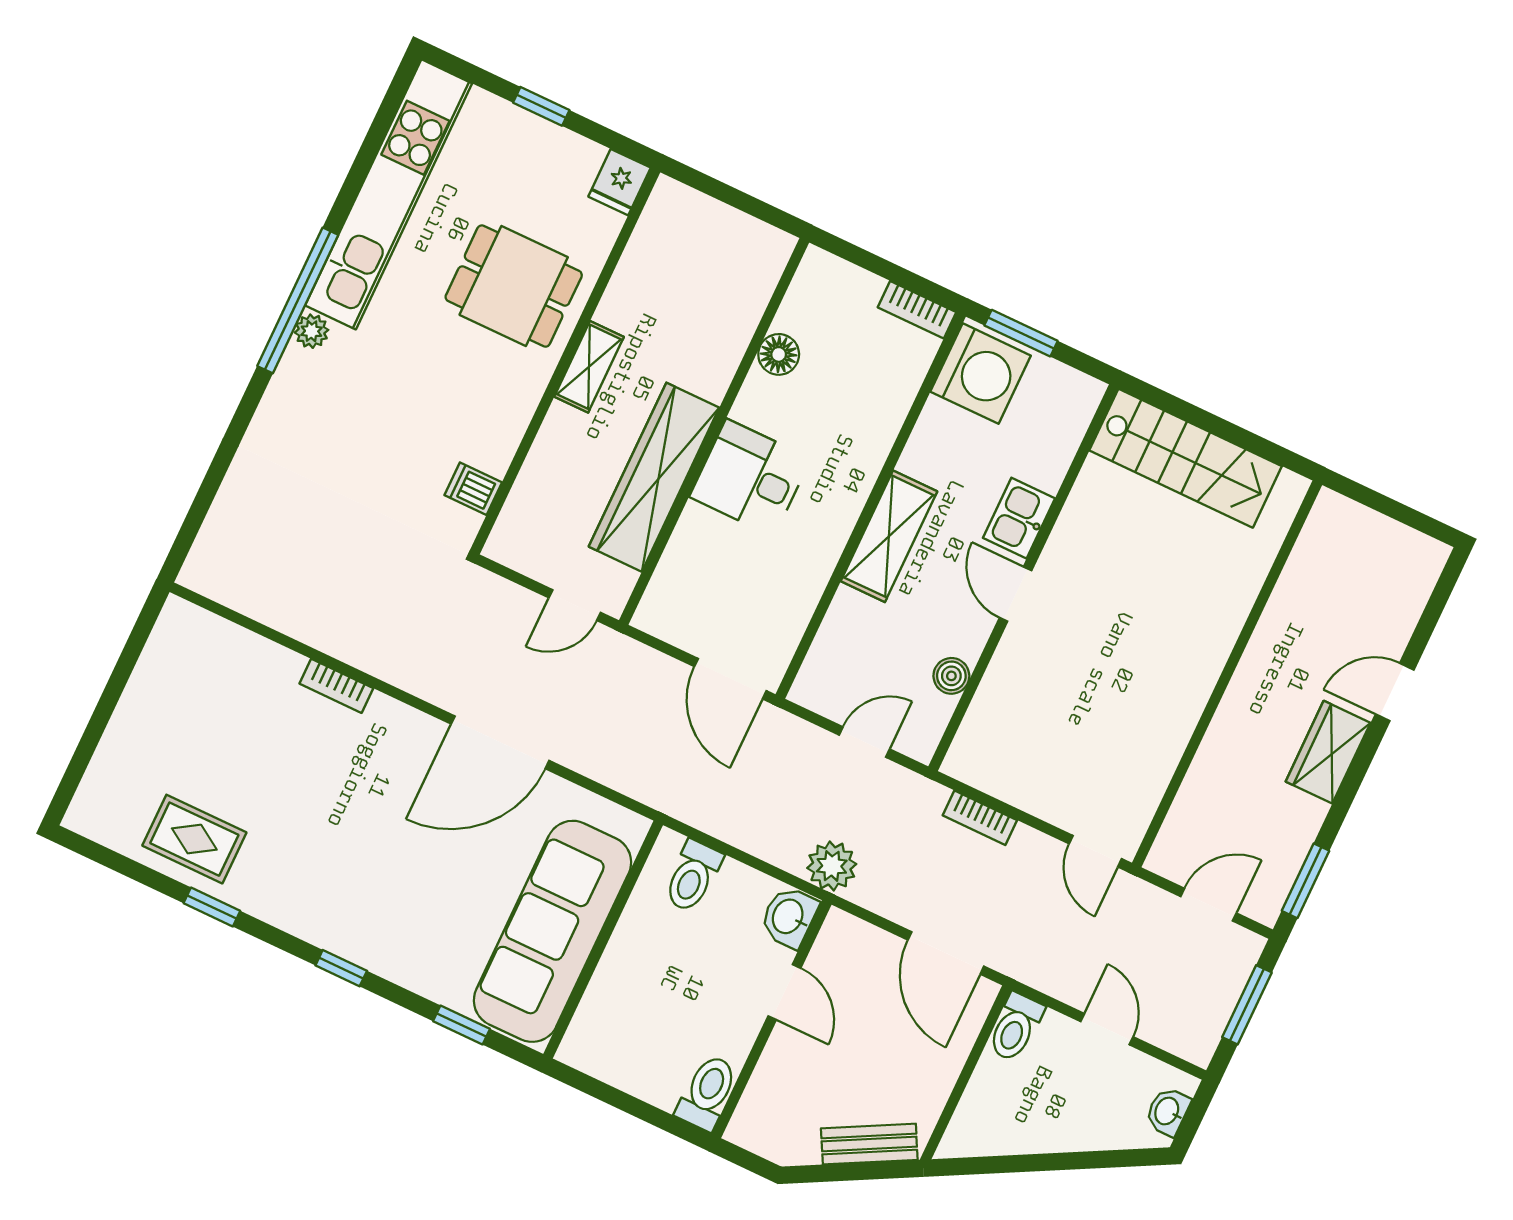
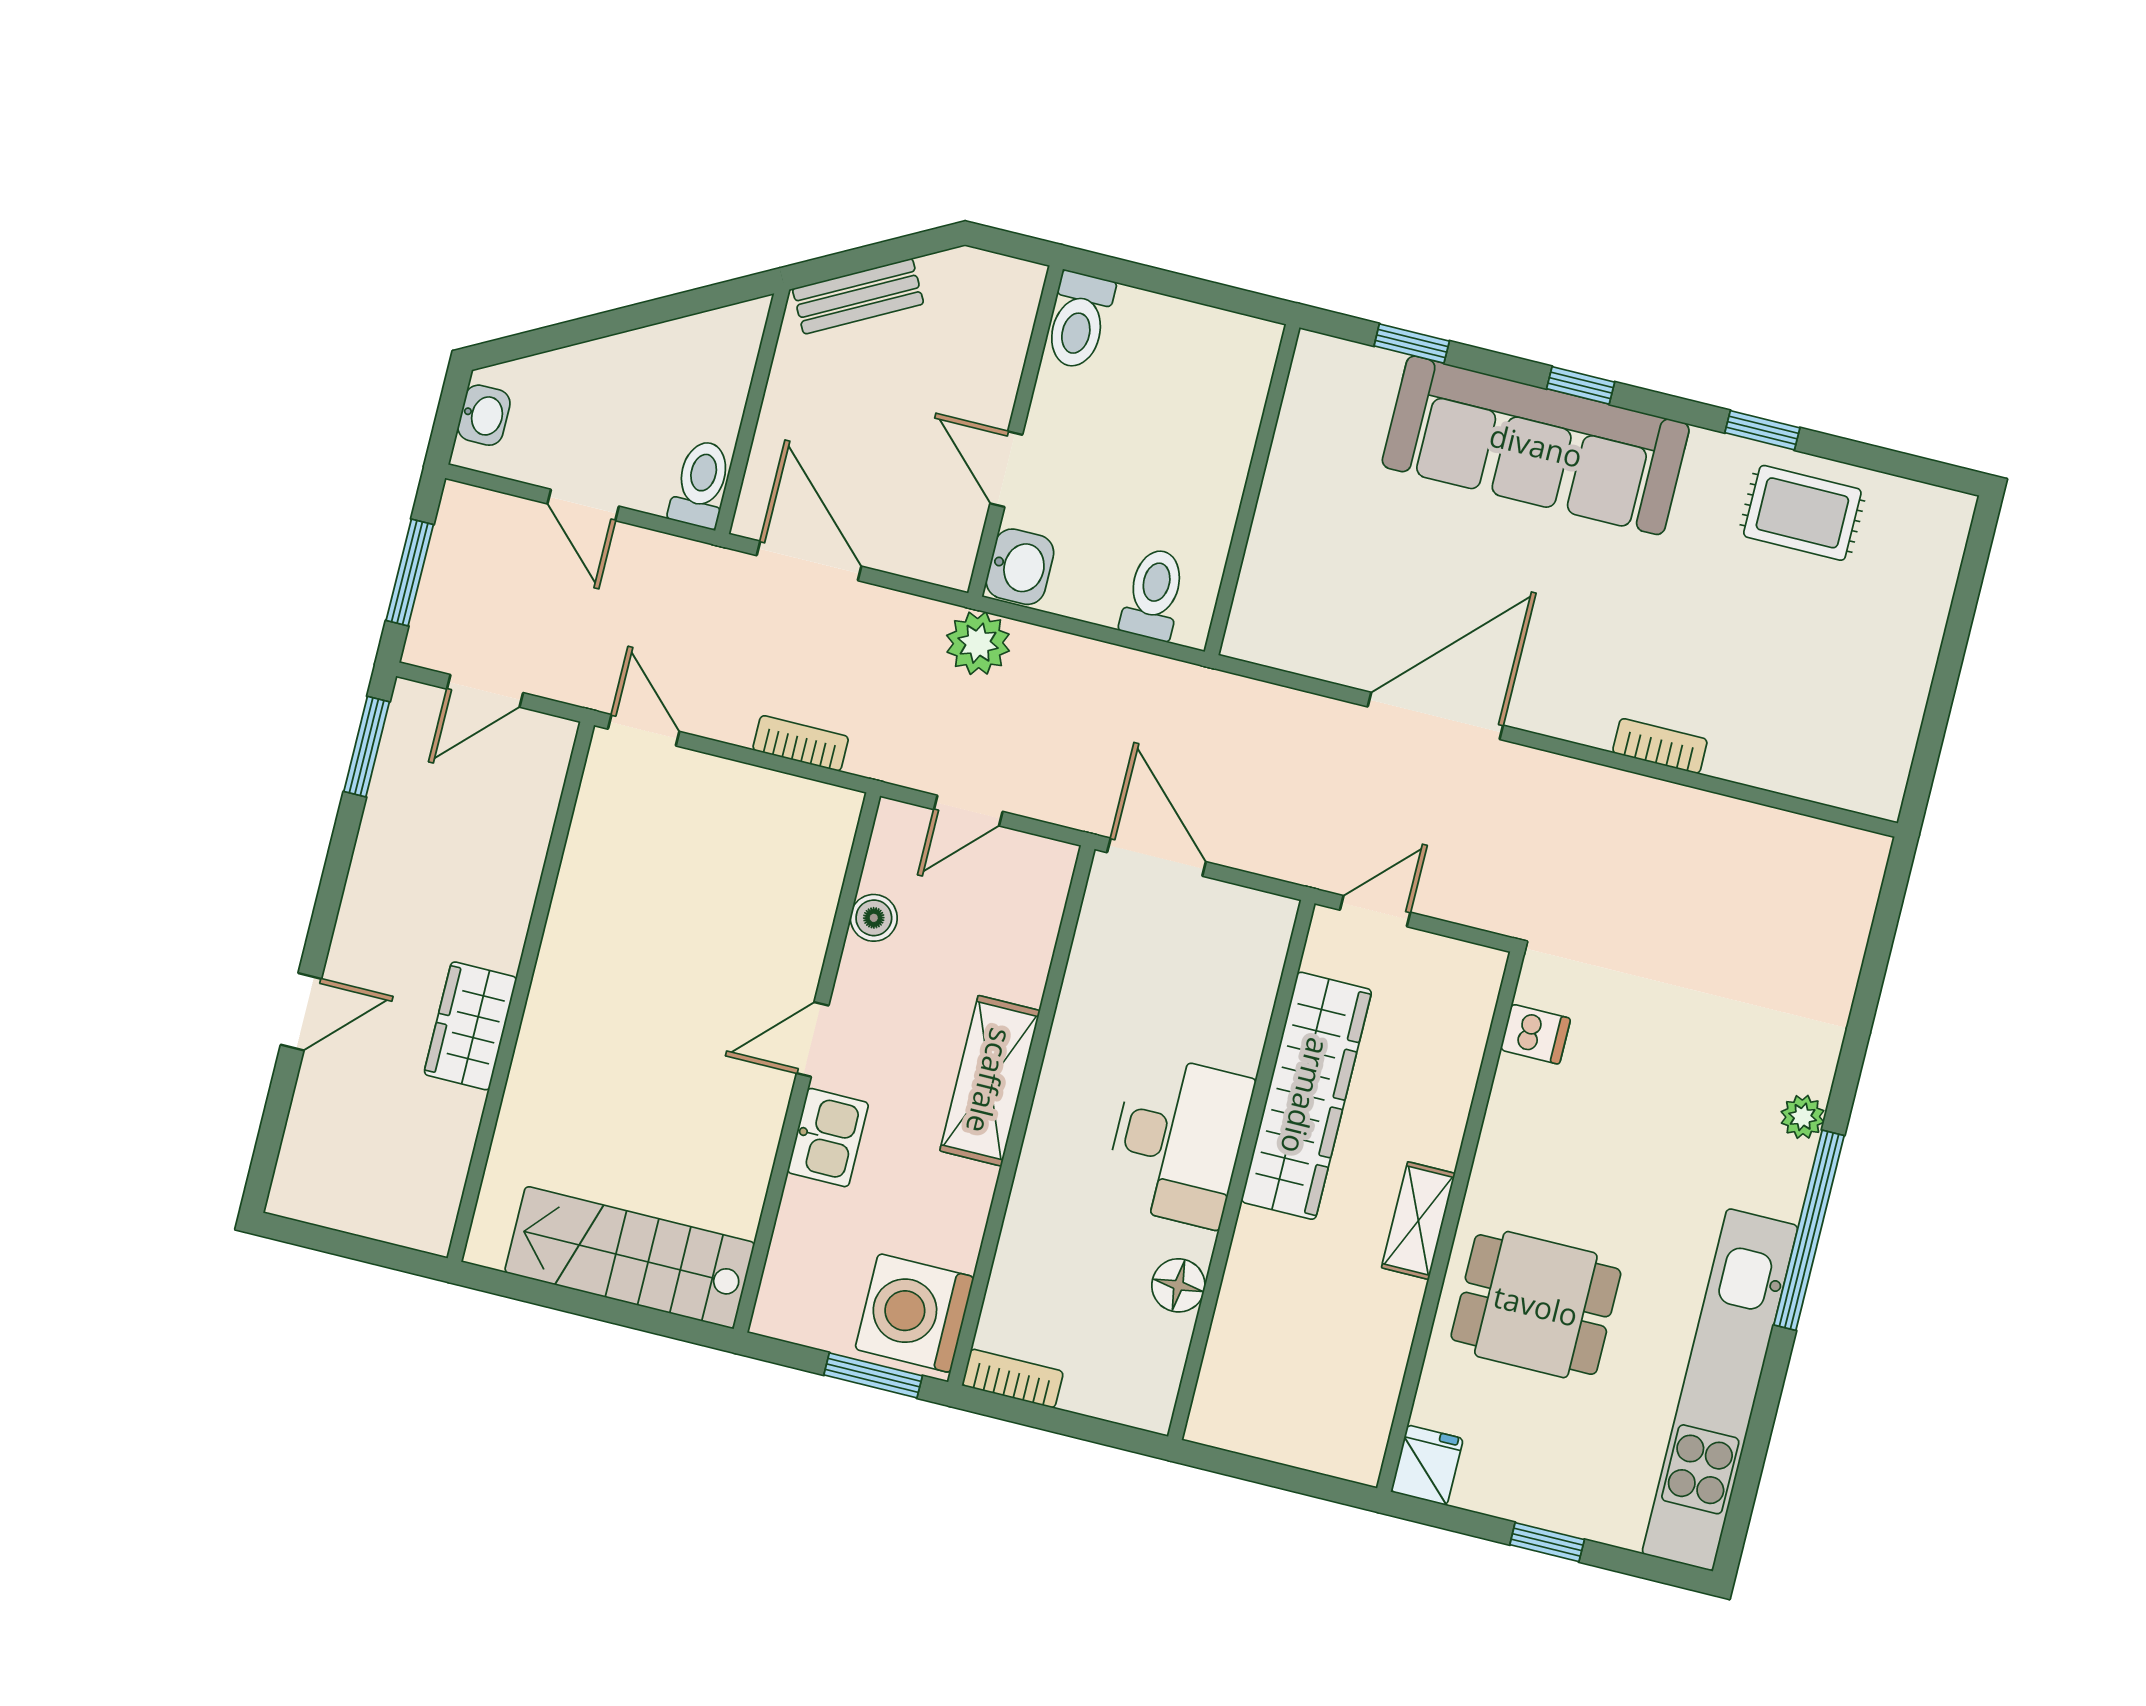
plant: (312, 331) -> (1803, 1117), moved
desk: (750, 478) -> (1178, 1141), width x1.37
door: (1016, 594) -> (813, 1039), swing flipped
wardrobe: (1328, 752) -> (470, 1026), moved, turned 180
sofa: (552, 931) -> (1536, 445), moved, turned 90

